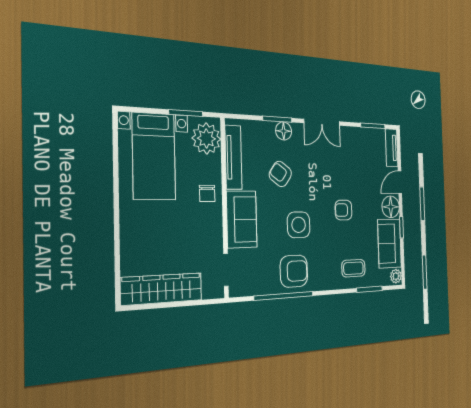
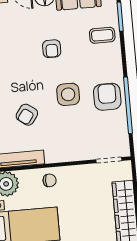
sofa: (242, 219) -> (68, 149), removed
coffee table: (353, 268) -> (102, 35), turned 90

